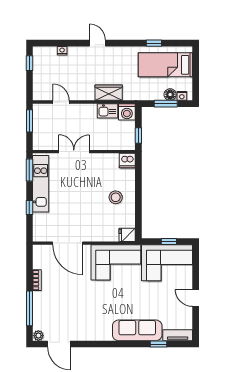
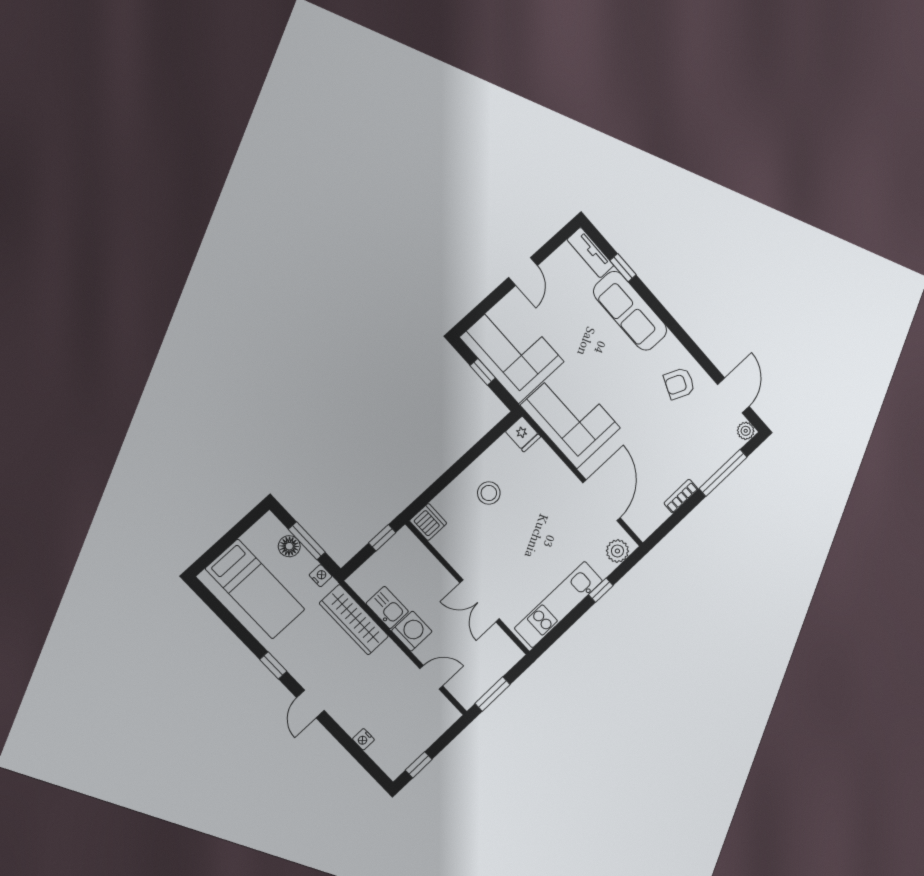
window: (154, 43) -> (273, 665), moved
wardrobe: (109, 93) -> (354, 620), width x1.50
nightstand: (182, 96) -> (321, 576), moved
door: (61, 102) -> (431, 677), swing flipped
washing machine: (127, 112) -> (412, 631), moved
window: (29, 170) -> (554, 635), removed
plant: (39, 230) -> (617, 551), added
armchair: (86, 324) -> (679, 383), added

